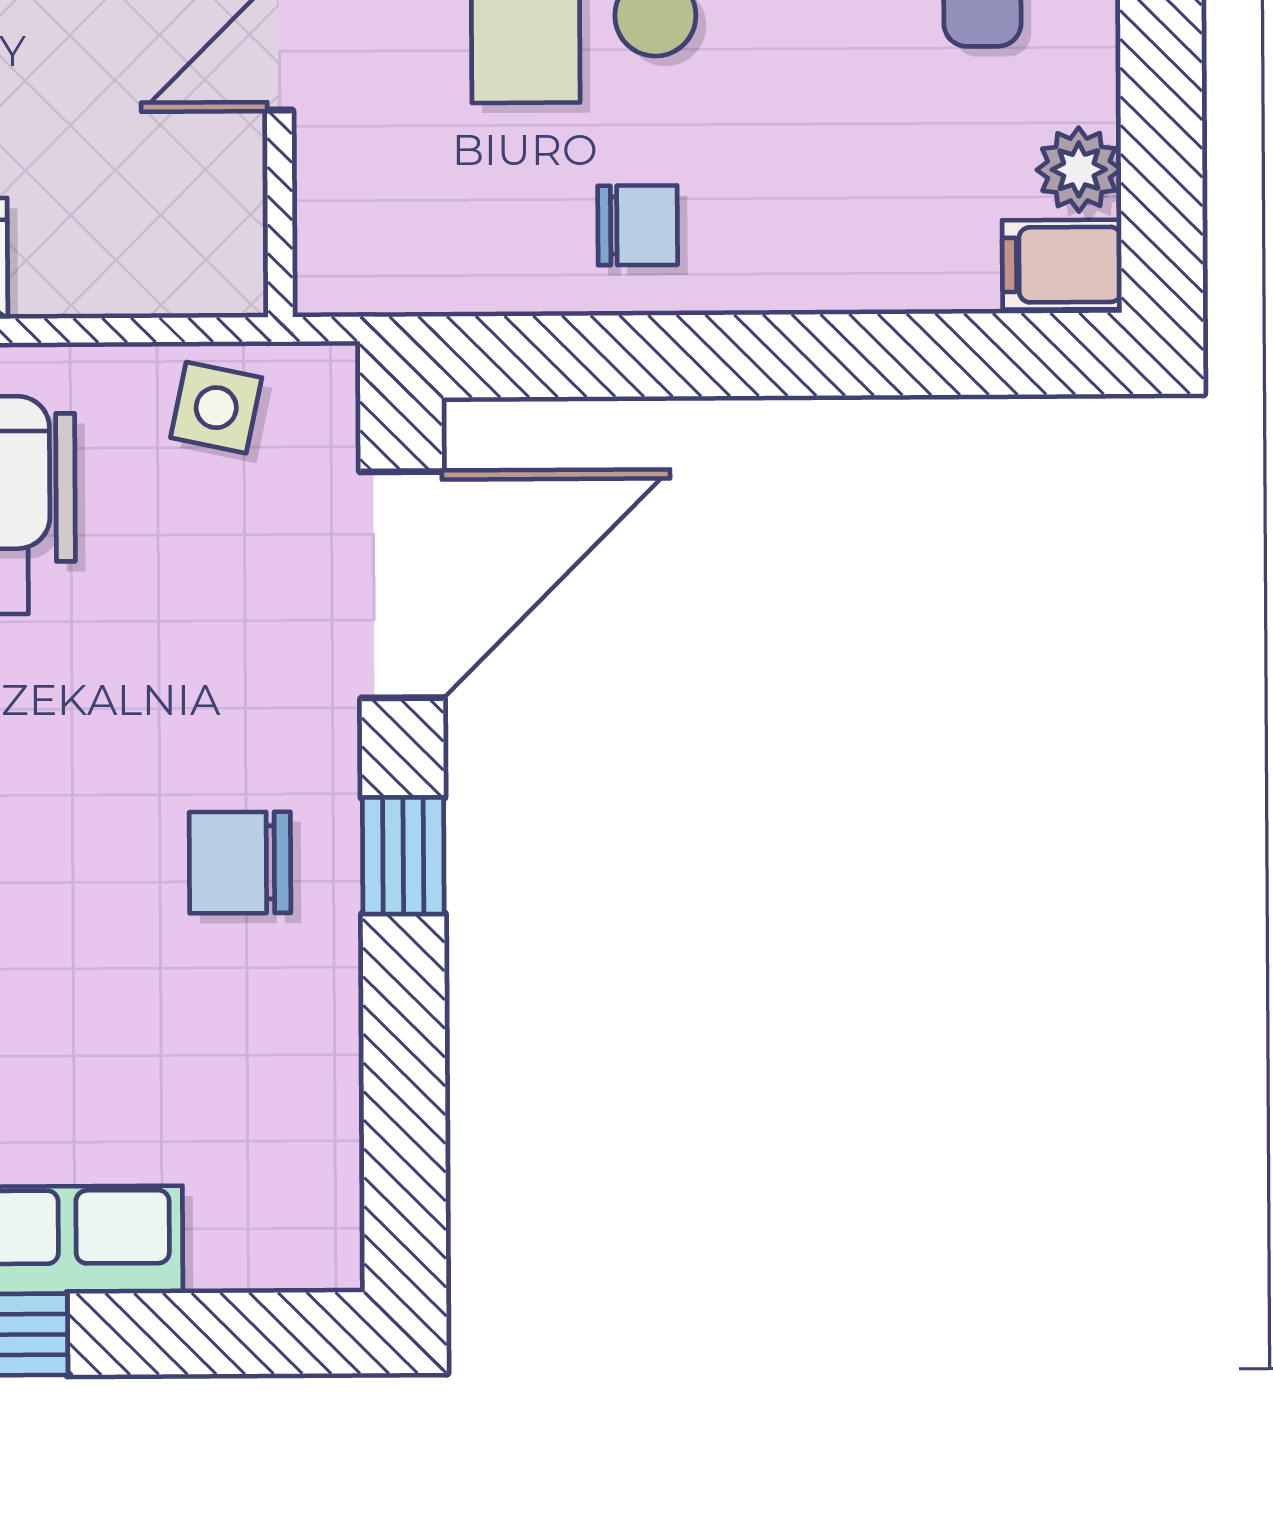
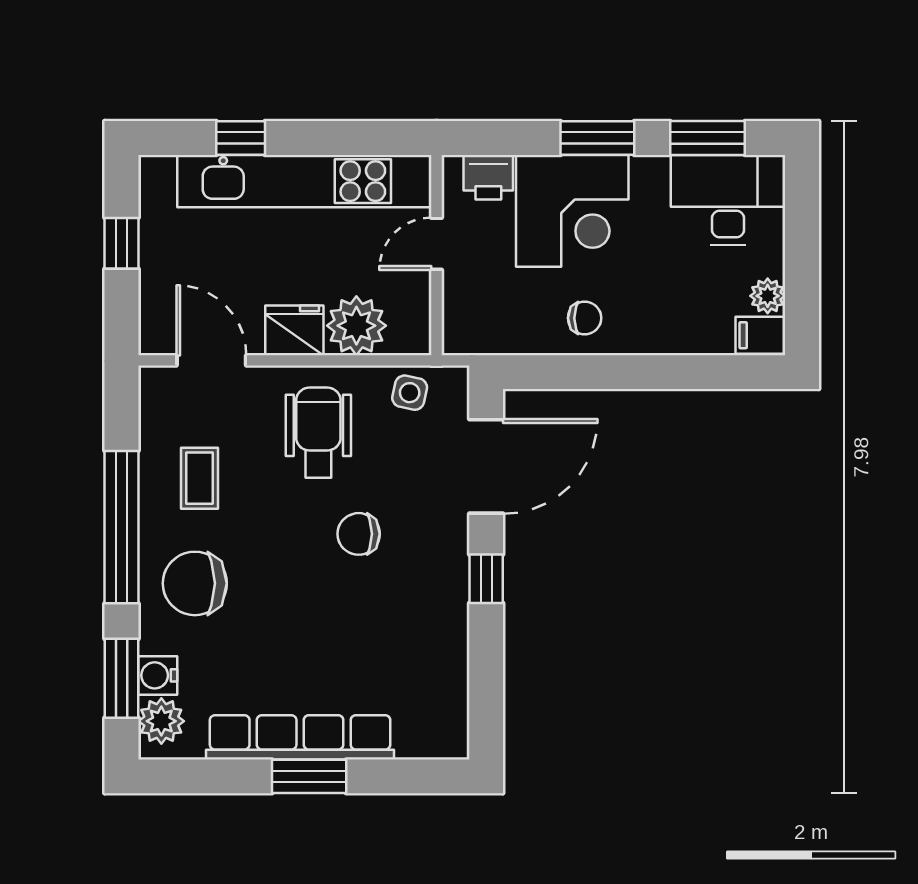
plant: (87, 247) -> (356, 326), added
chair: (240, 863) -> (359, 534), moved

